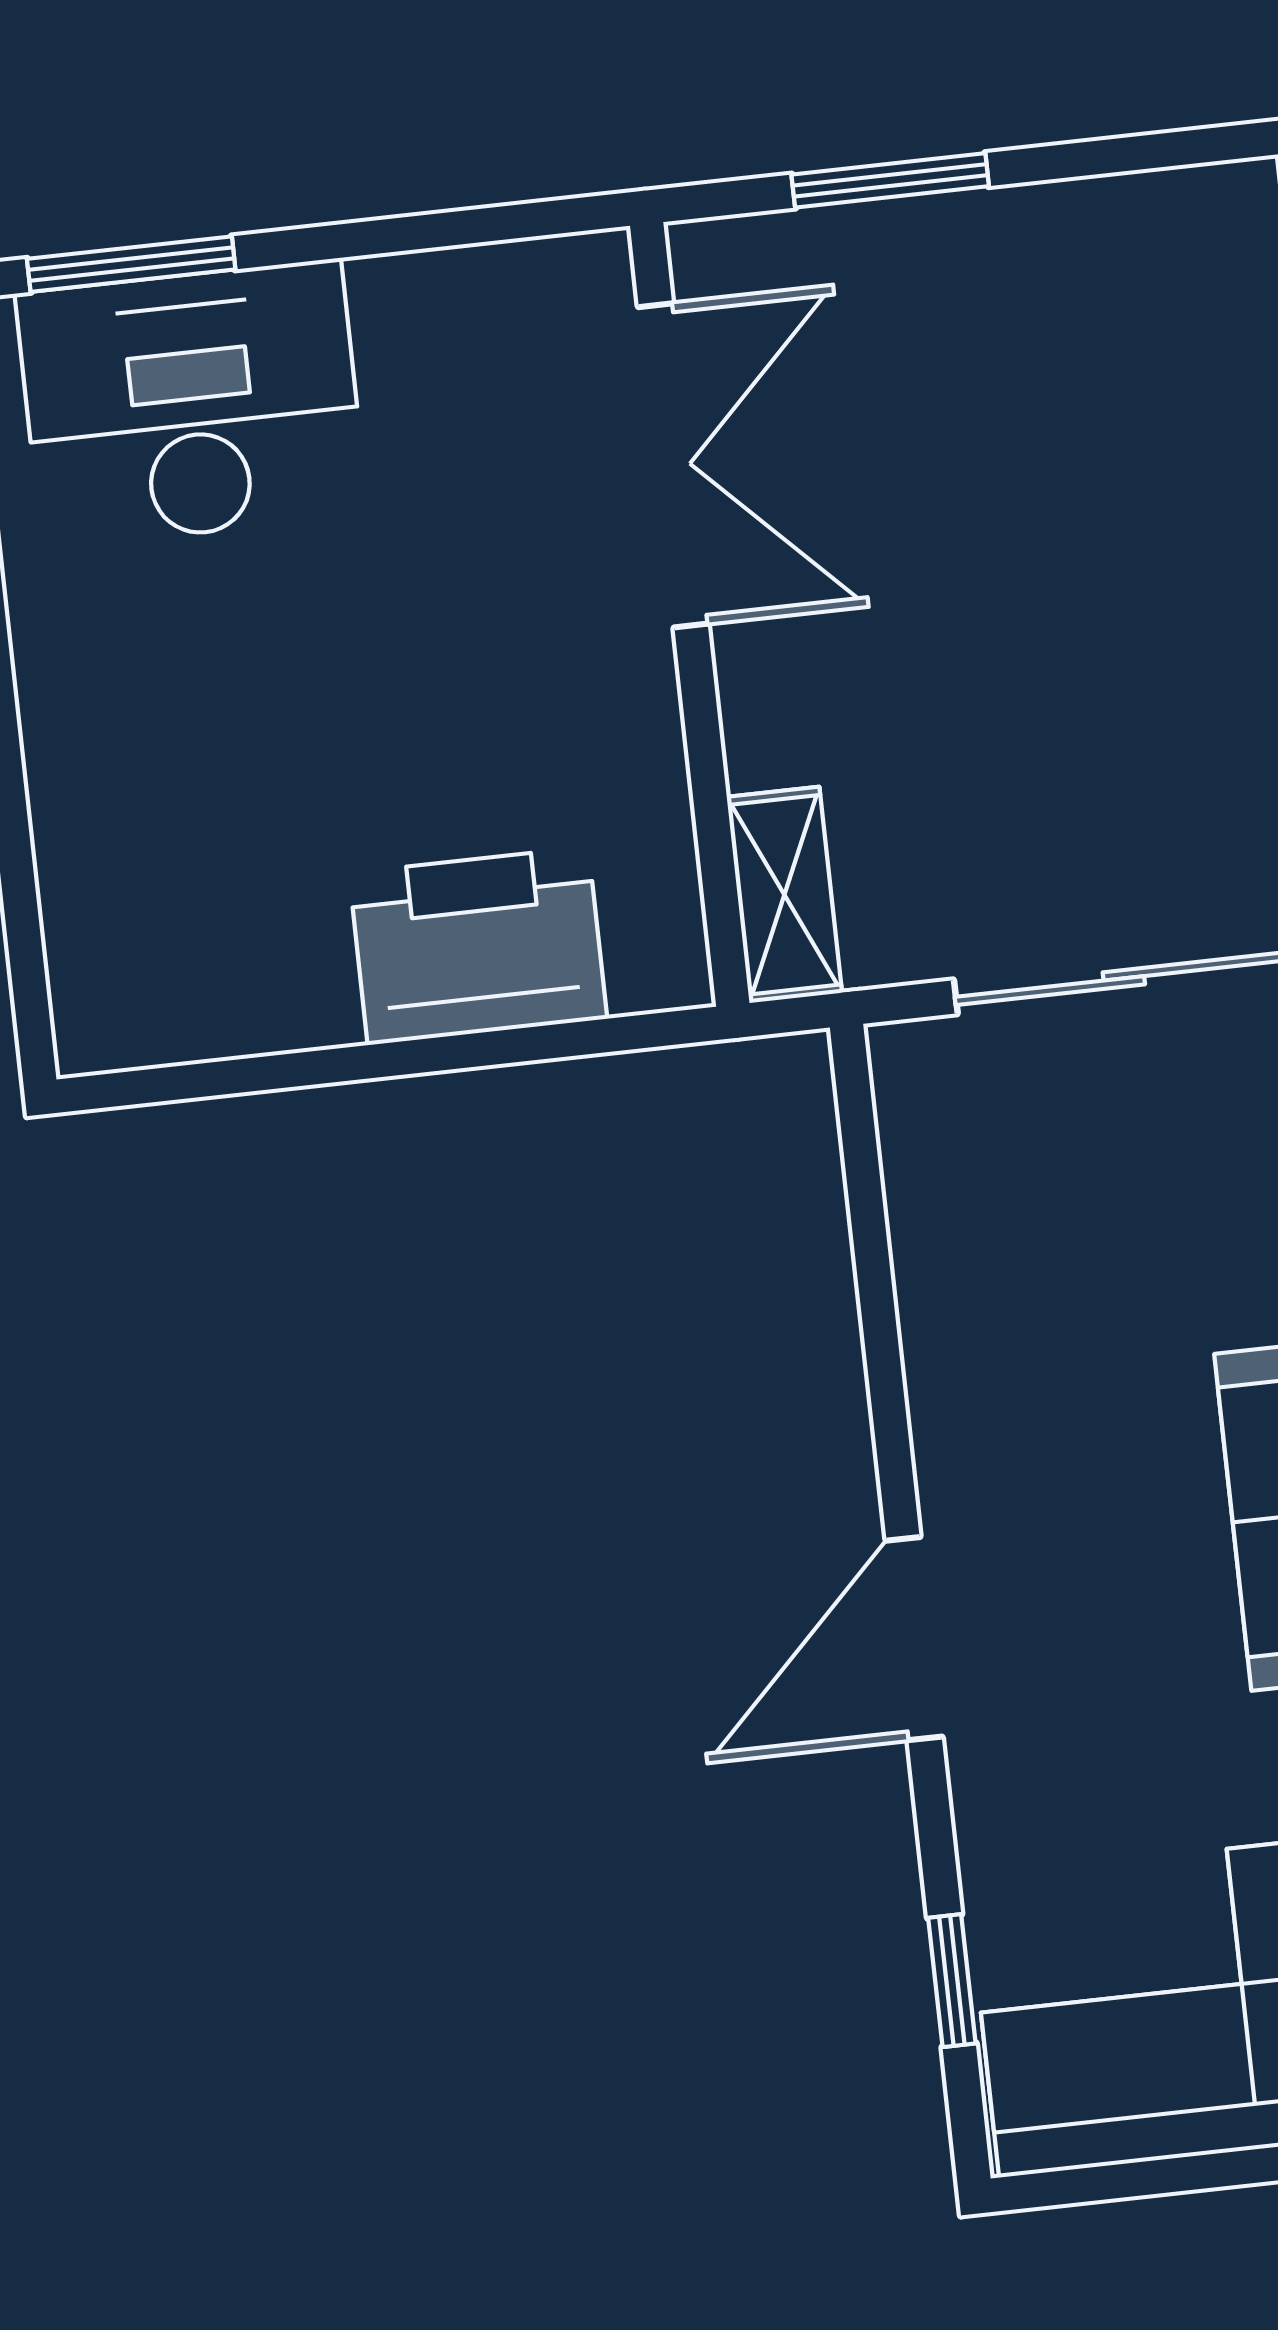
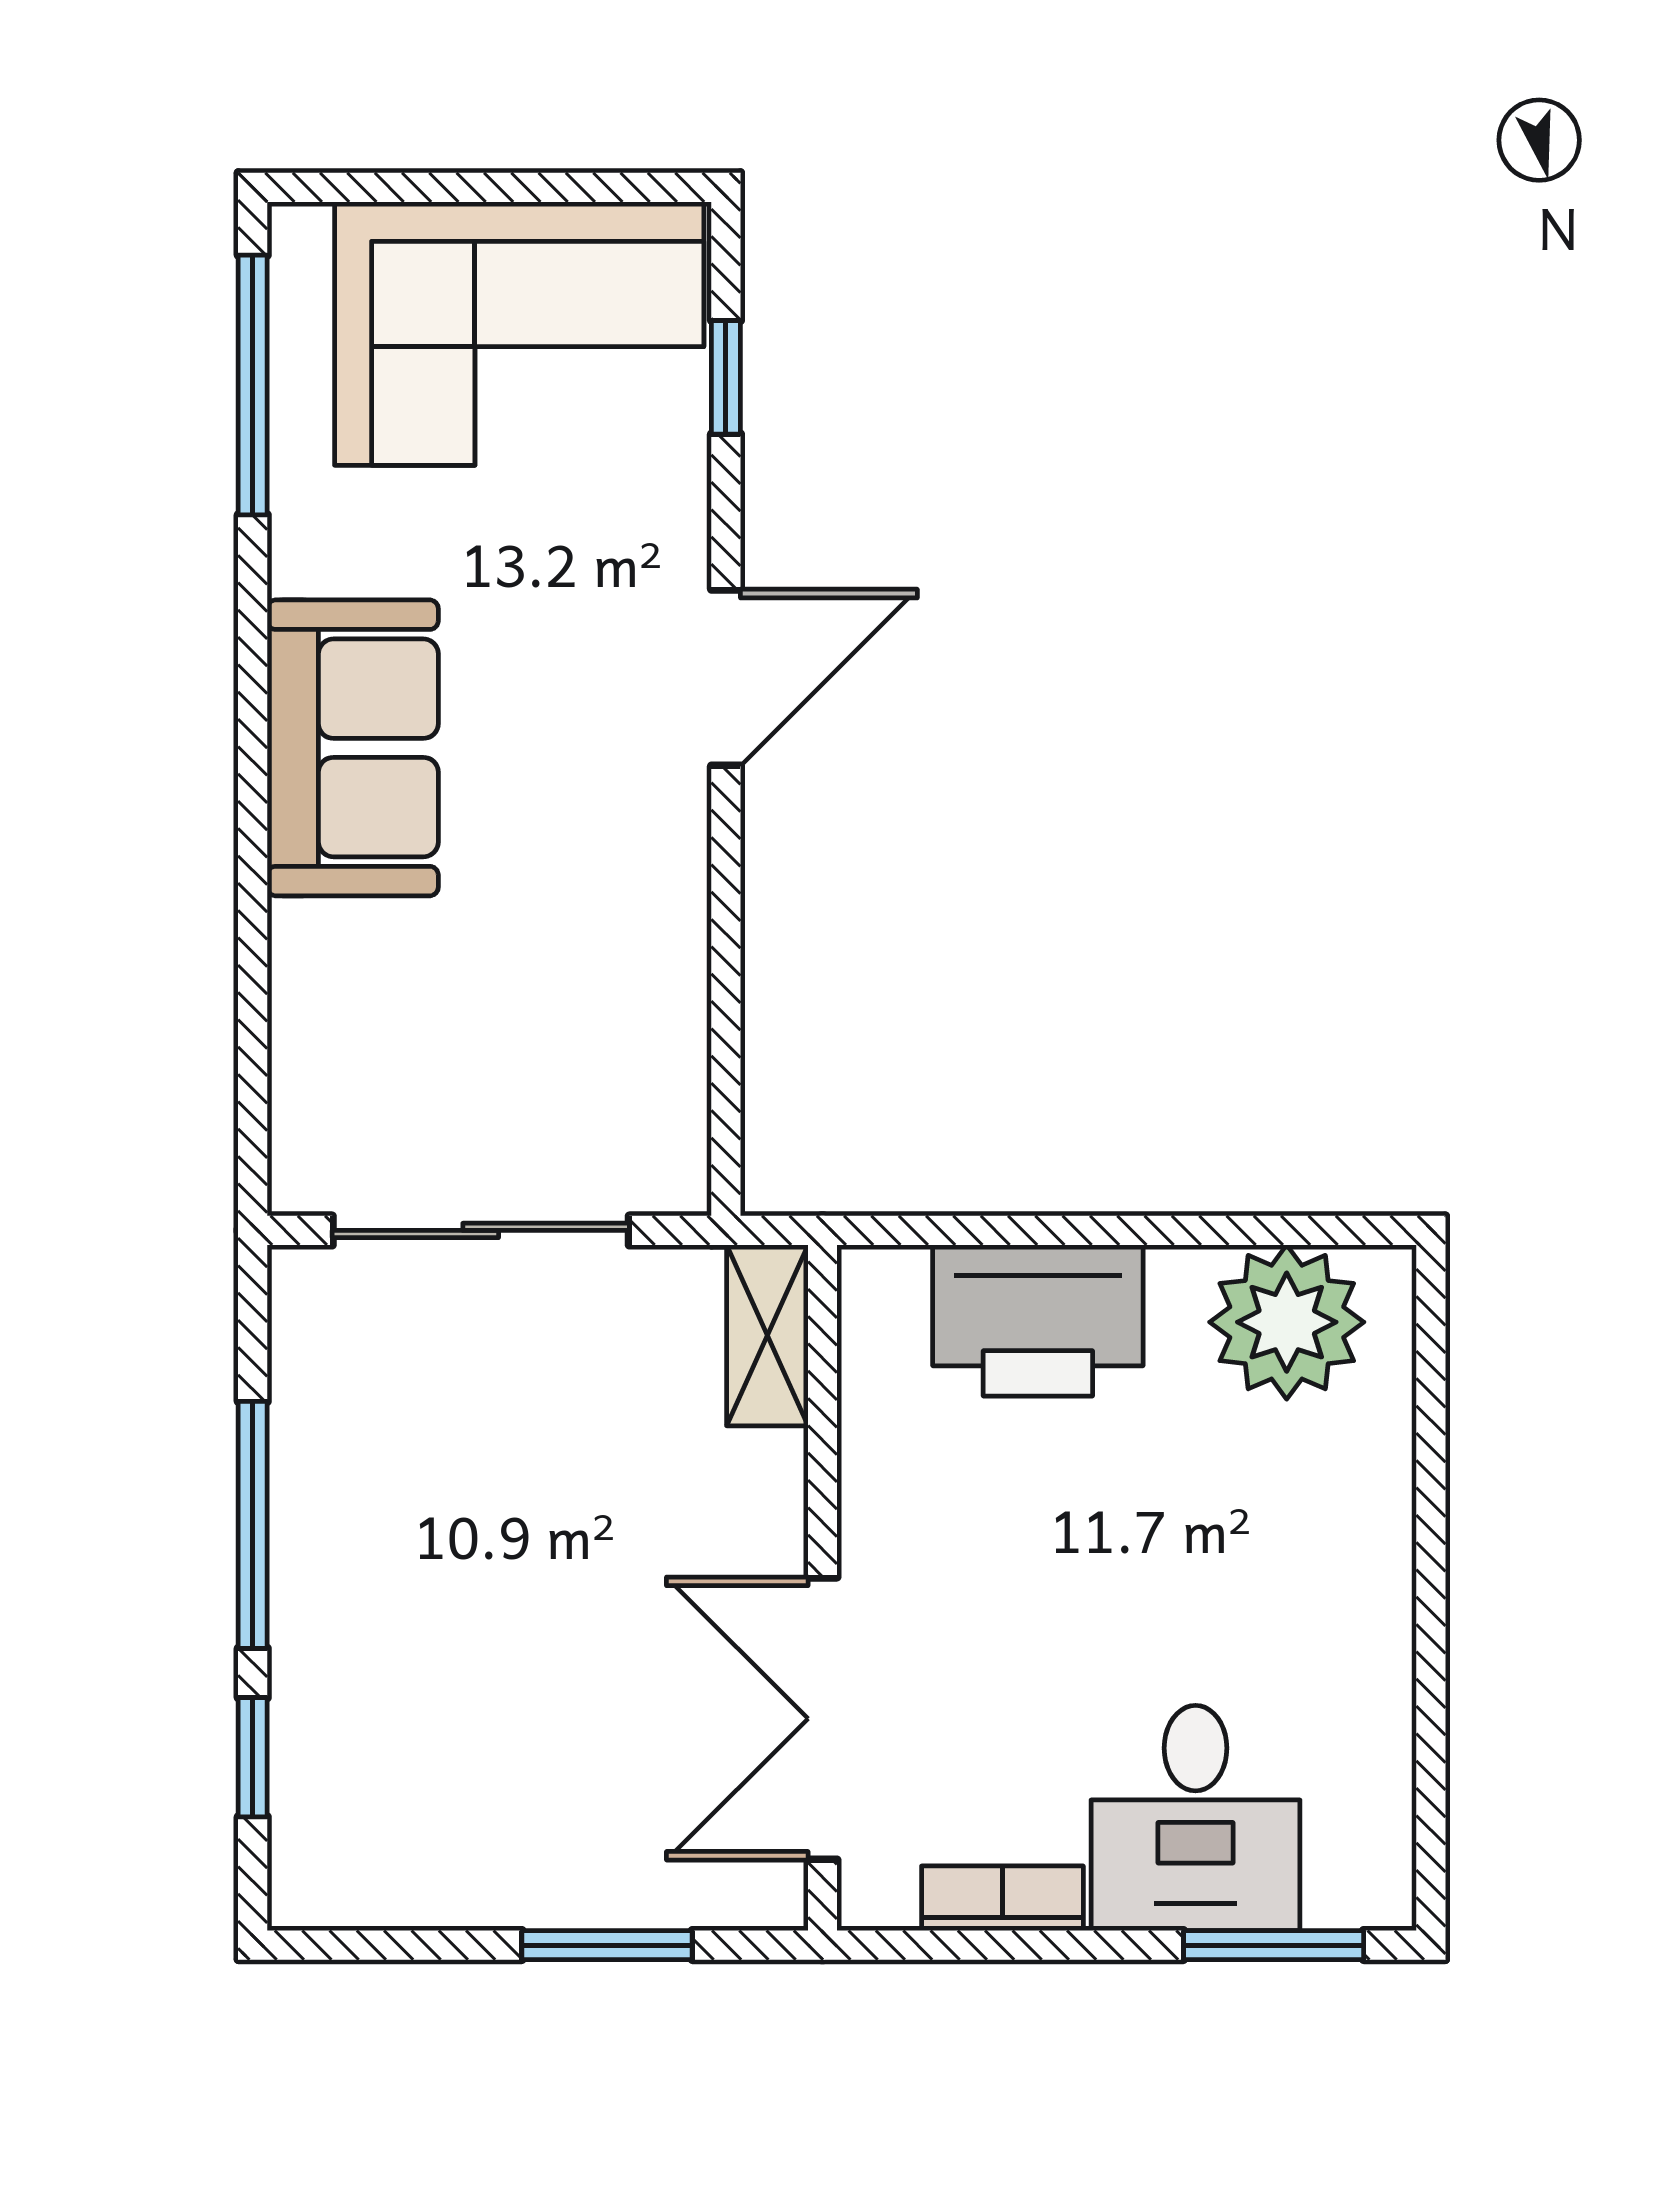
bookcase: (446, 283) -> (1002, 1898), added
desk: (192, 404) -> (1196, 1818), width x0.73
plant: (194, 975) -> (1287, 1322), added

